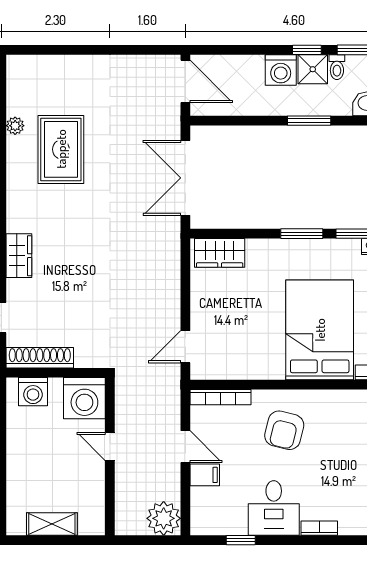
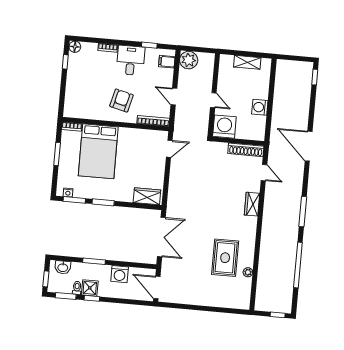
washing machine: (281, 70) -> (120, 274), moved, turned 180
washing machine: (33, 392) -> (260, 107), moved, turned -90
filing cabinet: (205, 475) -> (167, 62), moved

